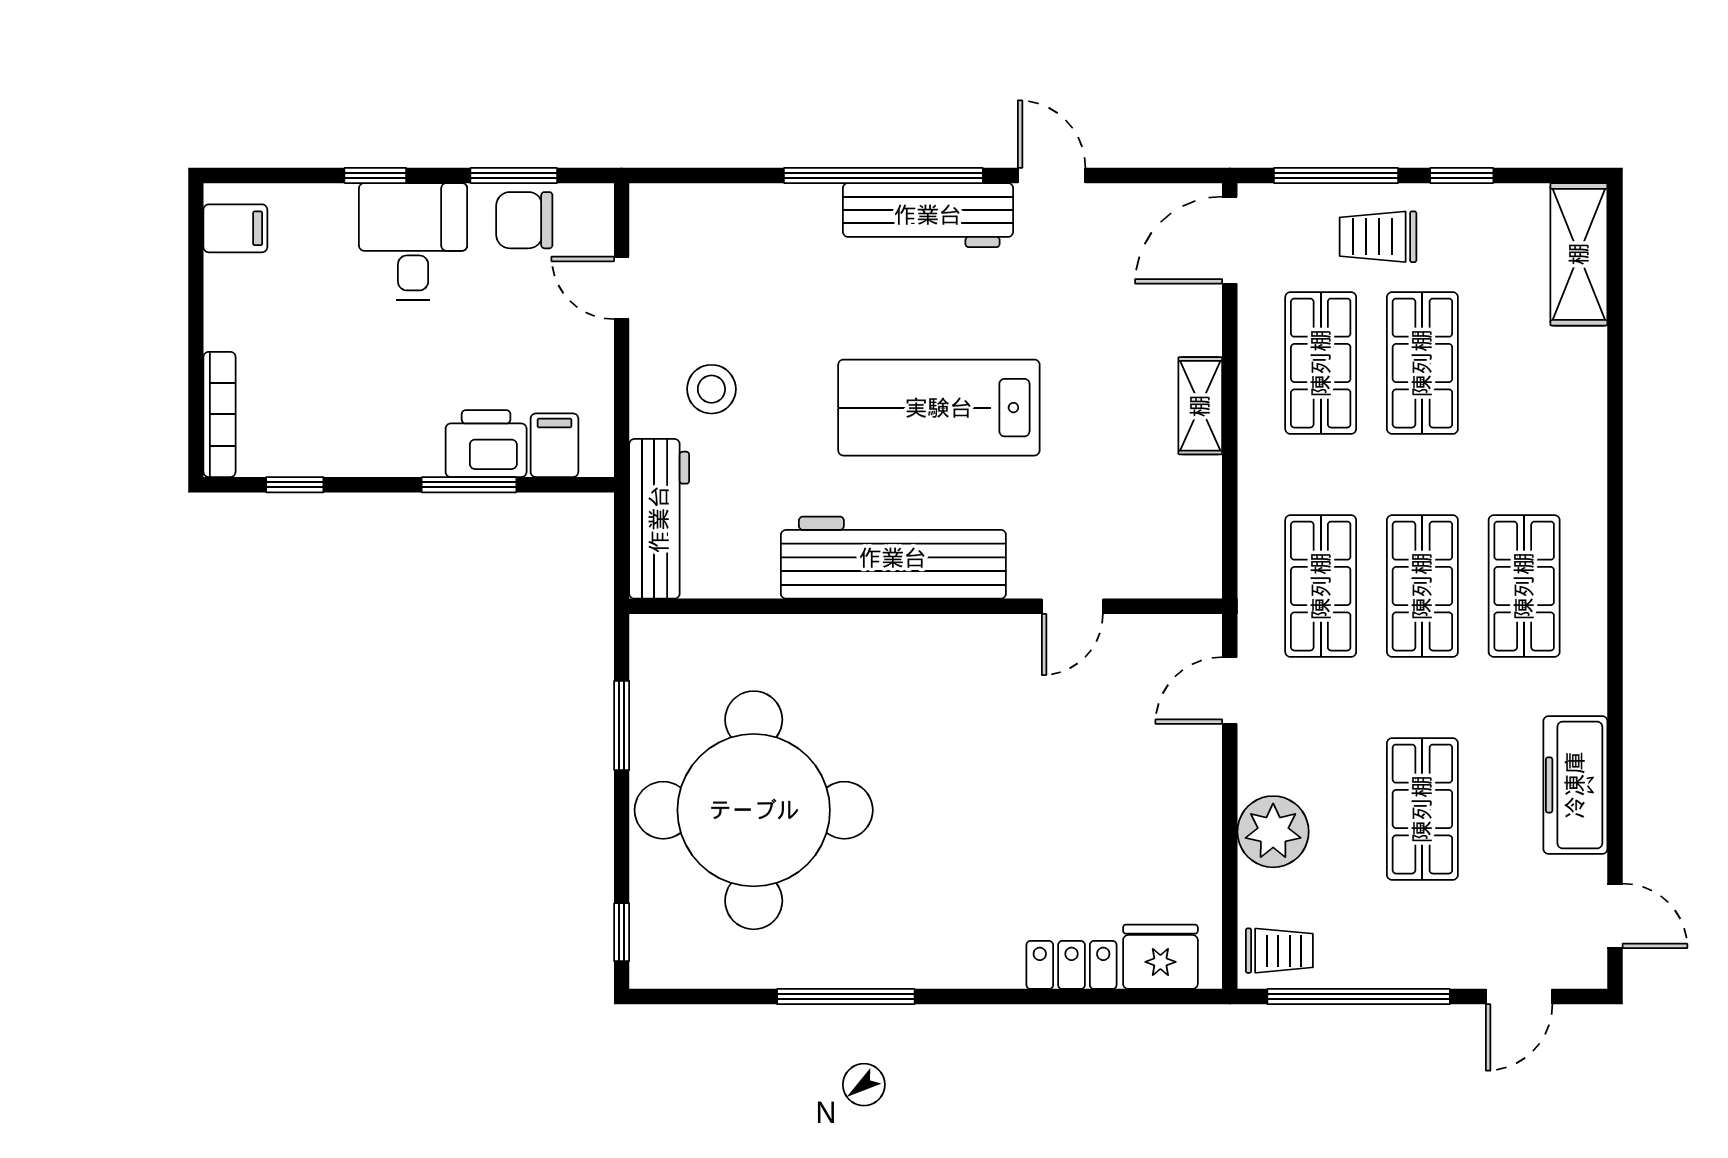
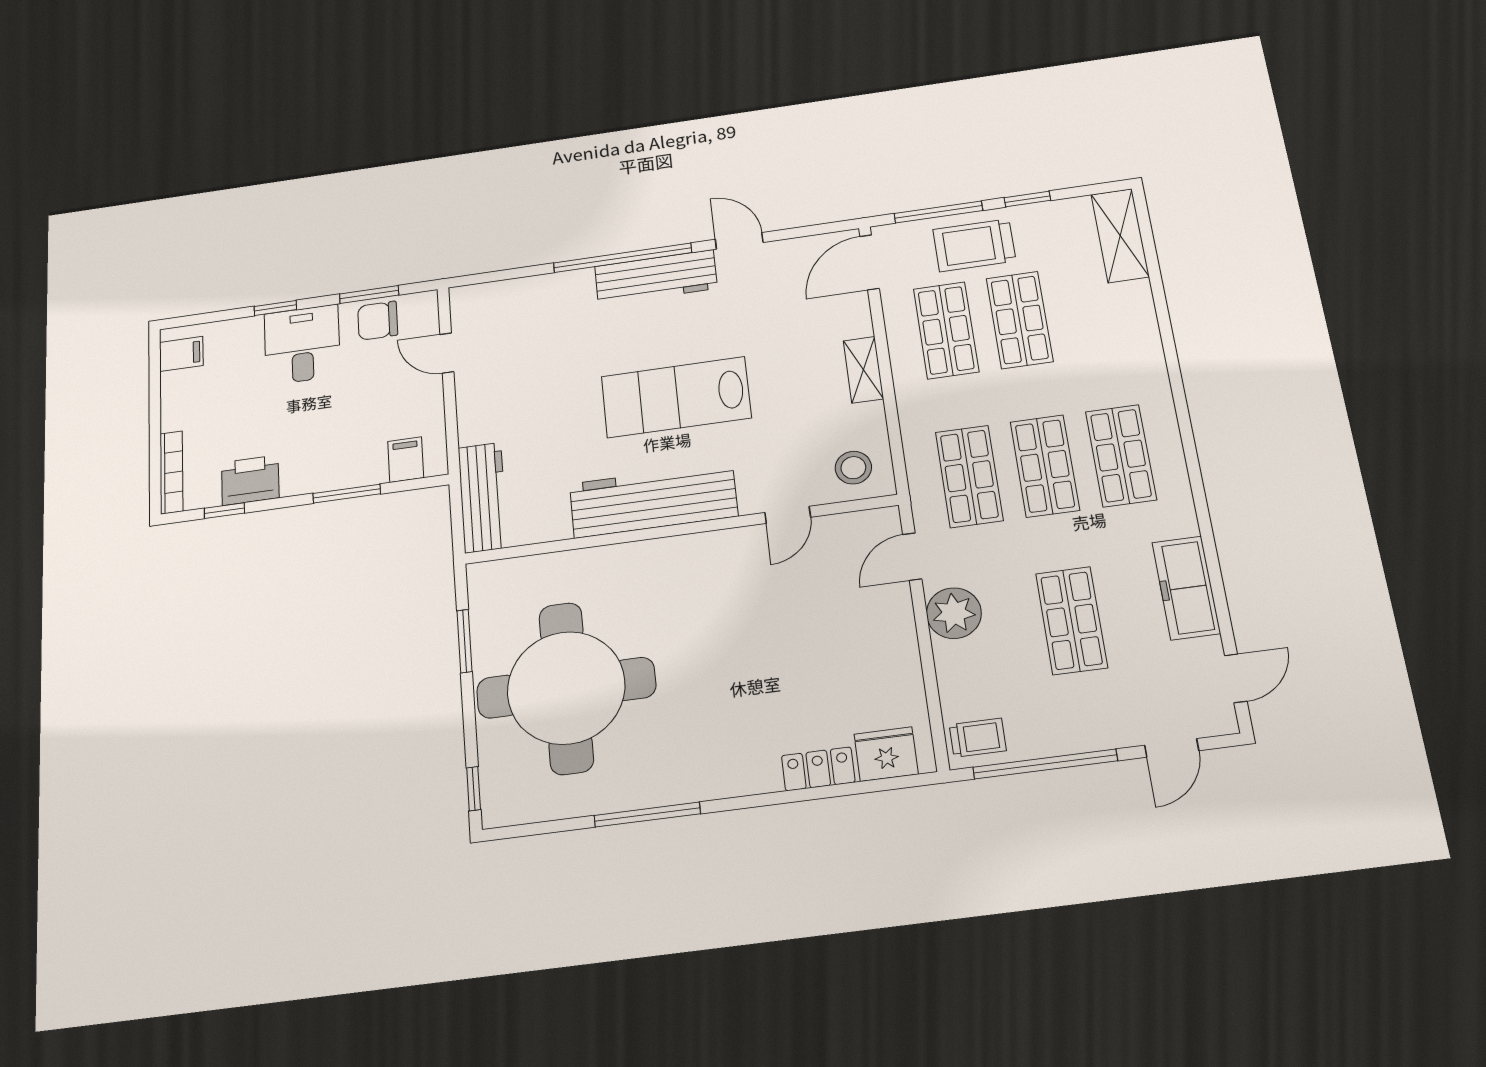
trolley: (1378, 237) -> (974, 245), width x1.36, depth x1.39
stool: (711, 389) -> (853, 468), moved
printer: (486, 444) -> (250, 480), moved
plant: (1273, 832) -> (954, 613), moved
door: (1615, 916) -> (1236, 678), hinge flipped

